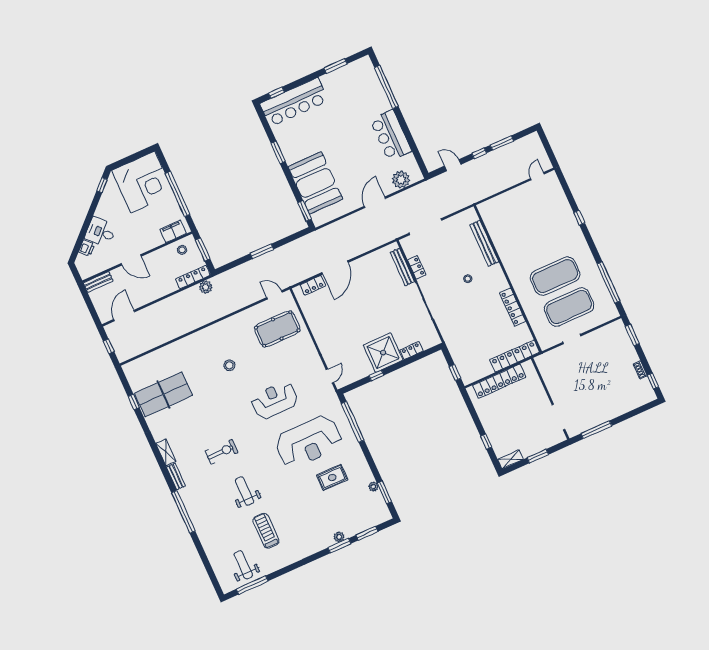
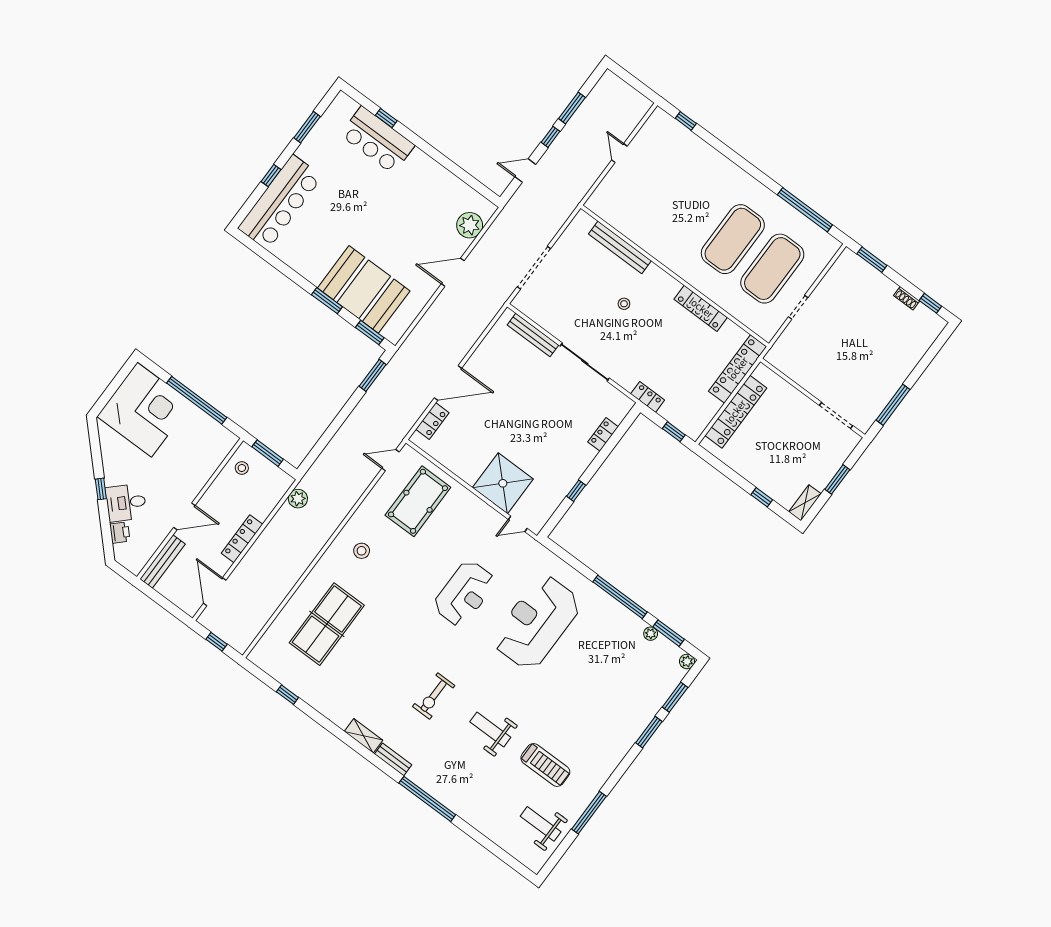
window: (386, 87) -> (386, 118), width x0.32
window: (276, 93) -> (271, 176), moved
bar counter: (391, 135) -> (377, 140), moved
window: (278, 152) -> (327, 301), moved
door: (537, 176) -> (619, 153), moved
window: (102, 185) -> (101, 489), moved
door: (375, 202) -> (453, 272), hinge flipped
window: (579, 218) -> (686, 121), moved
filing cabinet: (173, 231) -> (217, 451), removed
window: (262, 251) -> (373, 375), moved
locker: (417, 267) -> (648, 397), moved
door: (335, 268) -> (448, 383), hinge flipped
locker: (193, 277) -> (242, 539), moved
bench: (98, 282) -> (162, 562), width x1.36
shower: (383, 353) -> (503, 483), moved
stool: (229, 365) -> (362, 551), moved
door: (330, 376) -> (518, 524), swing flipped
table tennis table: (163, 394) -> (327, 624), moved
reception desk: (274, 400) -> (464, 593), turned 180
window: (353, 422) -> (620, 597), moved
reception desk: (308, 442) -> (537, 622), turned 180
exercise bike: (222, 452) -> (434, 696), turned 180
rug: (332, 477) -> (592, 651), removed
treadmill: (266, 531) -> (545, 765), turned 180
plant: (339, 537) -> (687, 661), moved
window: (252, 585) -> (589, 813), moved

